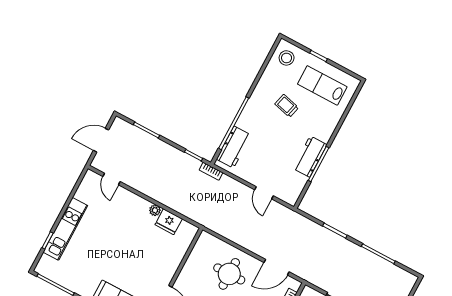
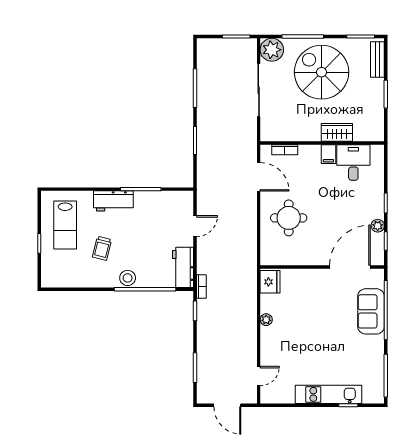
stool: (287, 58) -> (128, 278), moved
workbench: (234, 147) -> (183, 267), moved, turned -90
workbench: (310, 157) -> (113, 201), moved
fridge: (169, 222) -> (270, 282), moved

